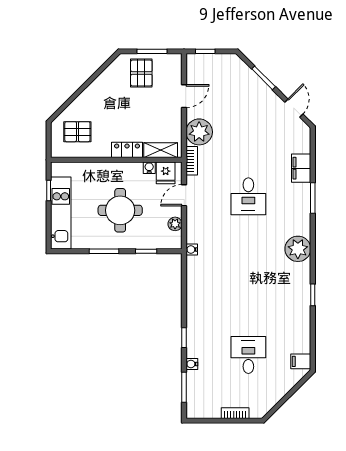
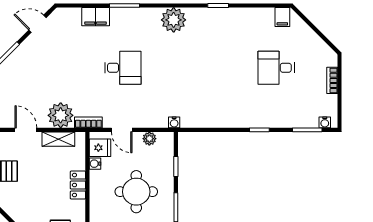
shelving: (161, 150) -> (58, 139), moved, turned 90
water cooler: (192, 364) -> (325, 122), moved

